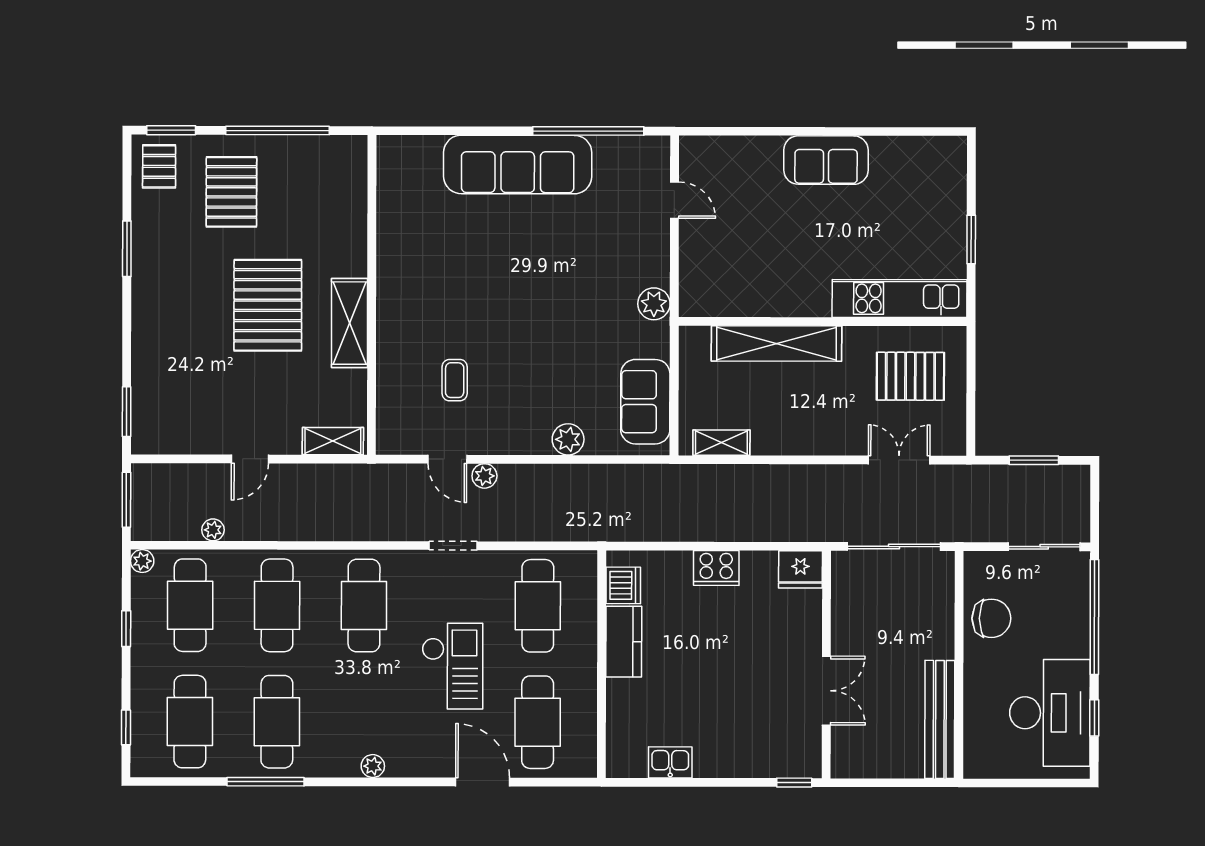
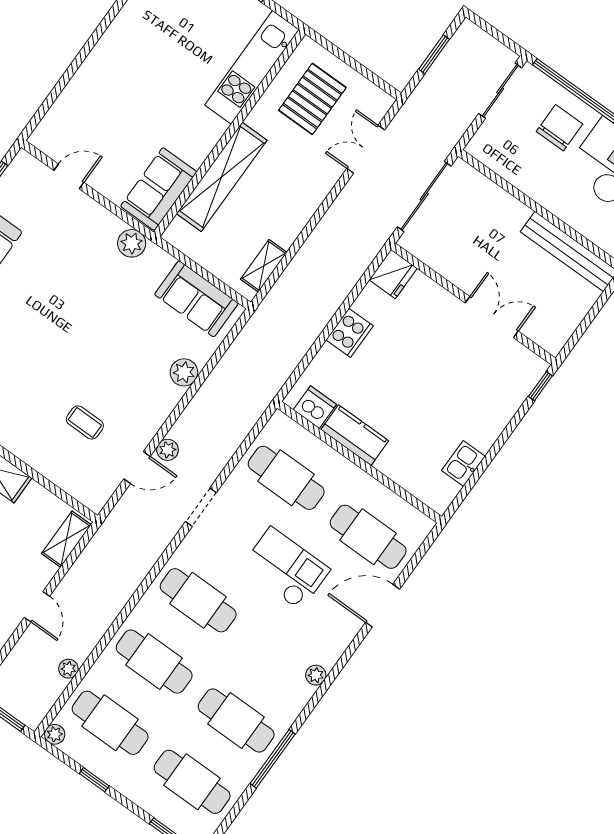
sofa: (826, 160) -> (159, 189), moved, turned 180
chair: (991, 618) -> (559, 128), moved

